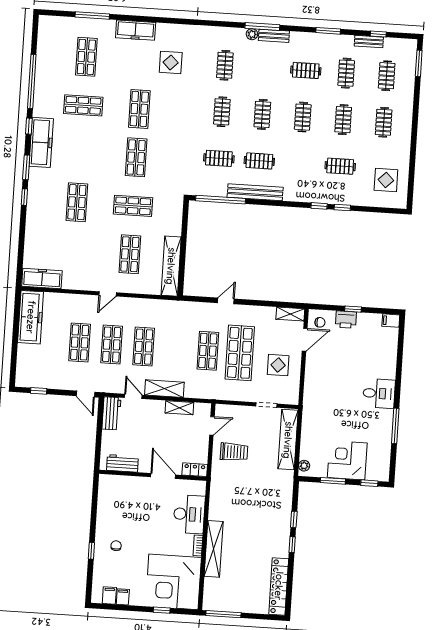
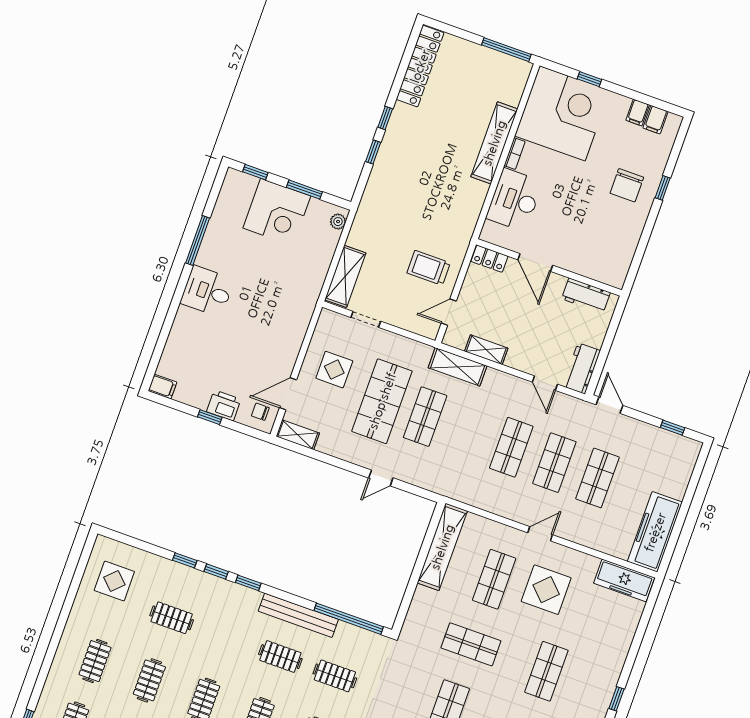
window: (295, 204) -> (248, 583), added
display table: (93, 257) -> (546, 590), added
shelving: (164, 389) -> (458, 367), moved
shelving: (288, 440) -> (345, 276), width x0.68
chair: (116, 546) -> (627, 185), width x1.87, depth x1.87

